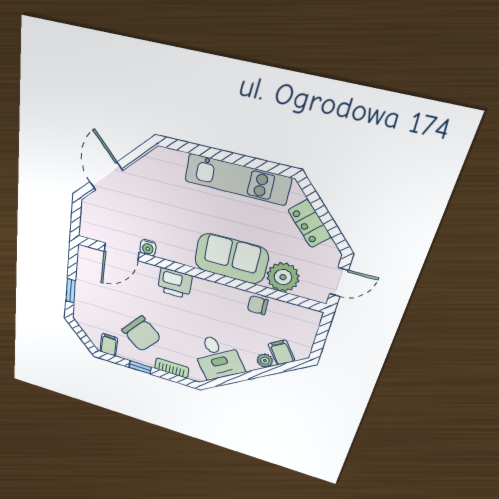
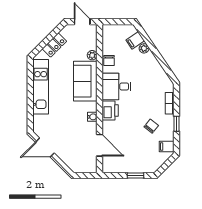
door: (106, 176) -> (45, 148), moved
water cooler: (148, 248) -> (92, 117), moved
plant: (283, 277) -> (92, 55), width x0.53, depth x0.53
chair: (141, 334) -> (151, 126), width x0.54, depth x0.54
desk: (217, 357) -> (116, 87), moved, turned -146

